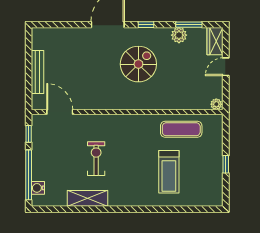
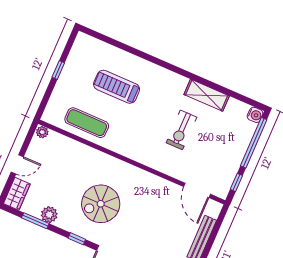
treadmill: (169, 172) -> (117, 87), turned -90
water cooler: (38, 188) -> (255, 115), moved

